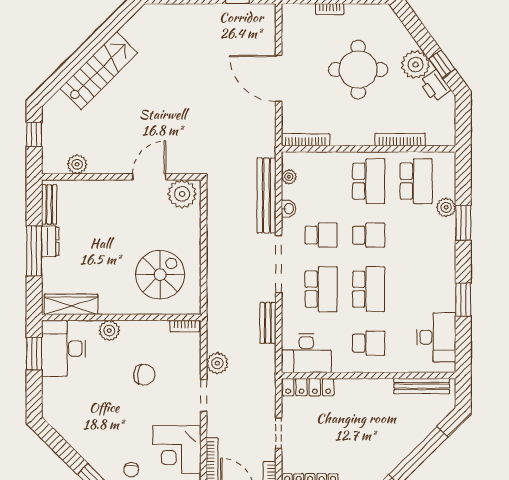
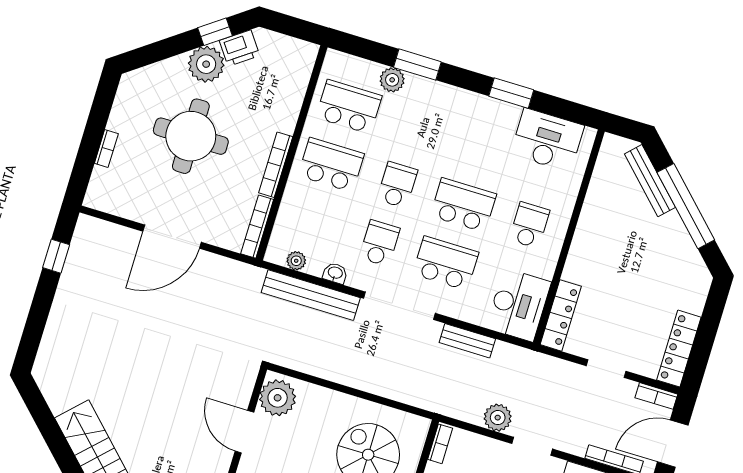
bookcase: (400, 140) -> (276, 165), moved
bench: (422, 386) -> (650, 181), moved, turned -45

